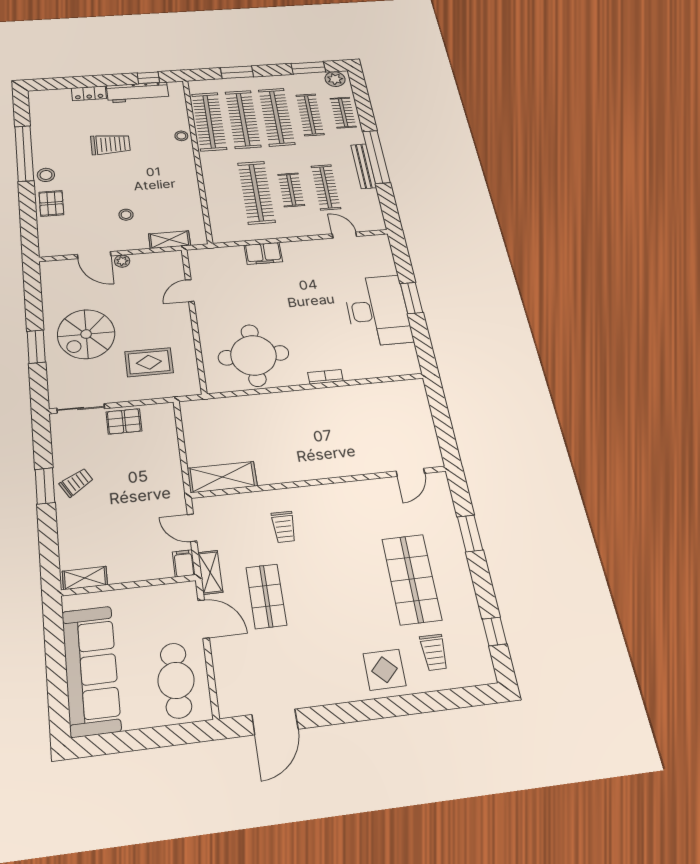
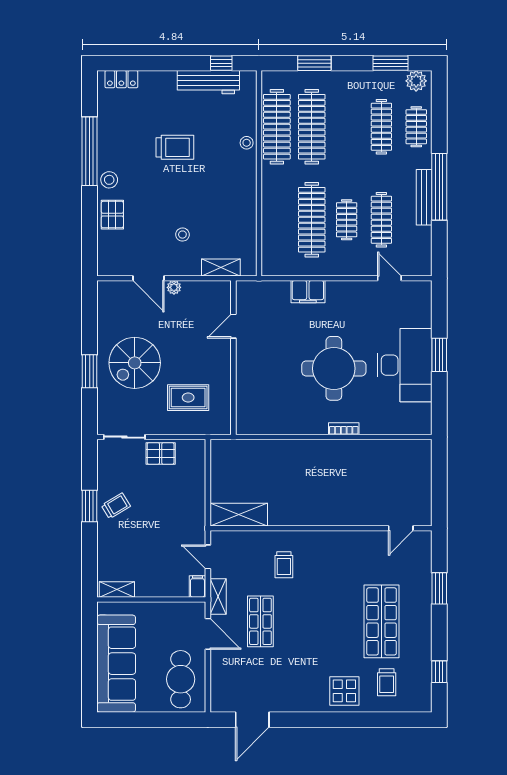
locker: (89, 93) -> (121, 79), moved
clothes rail: (277, 117) -> (347, 127), removed
round table: (254, 355) -> (334, 368), moved

